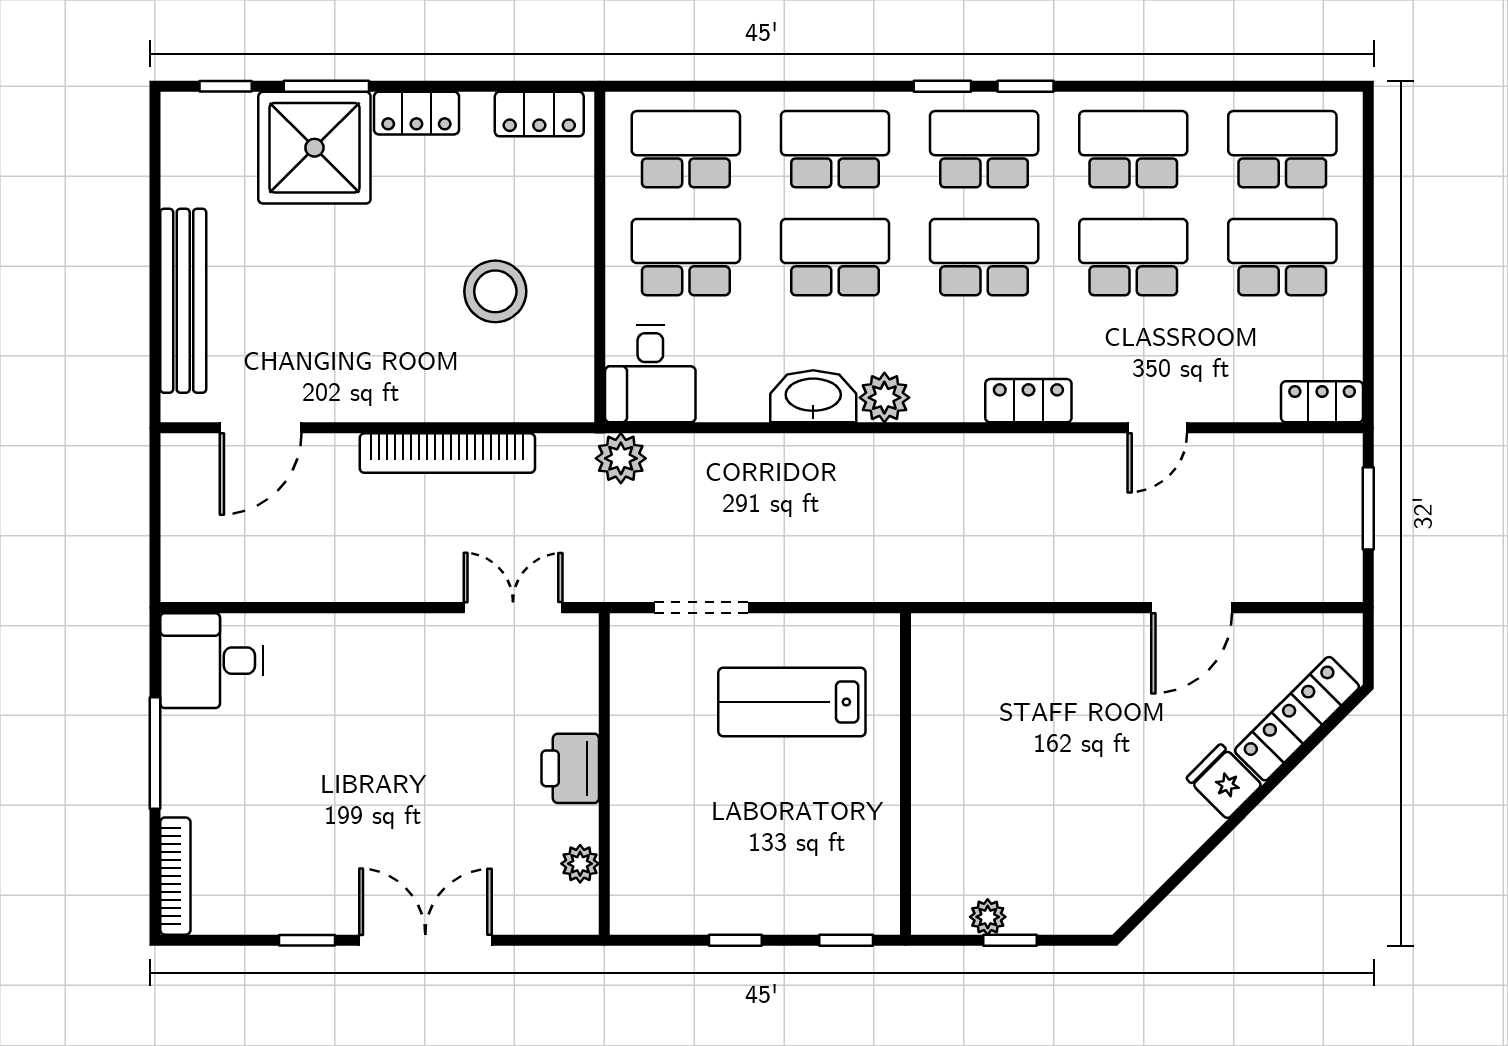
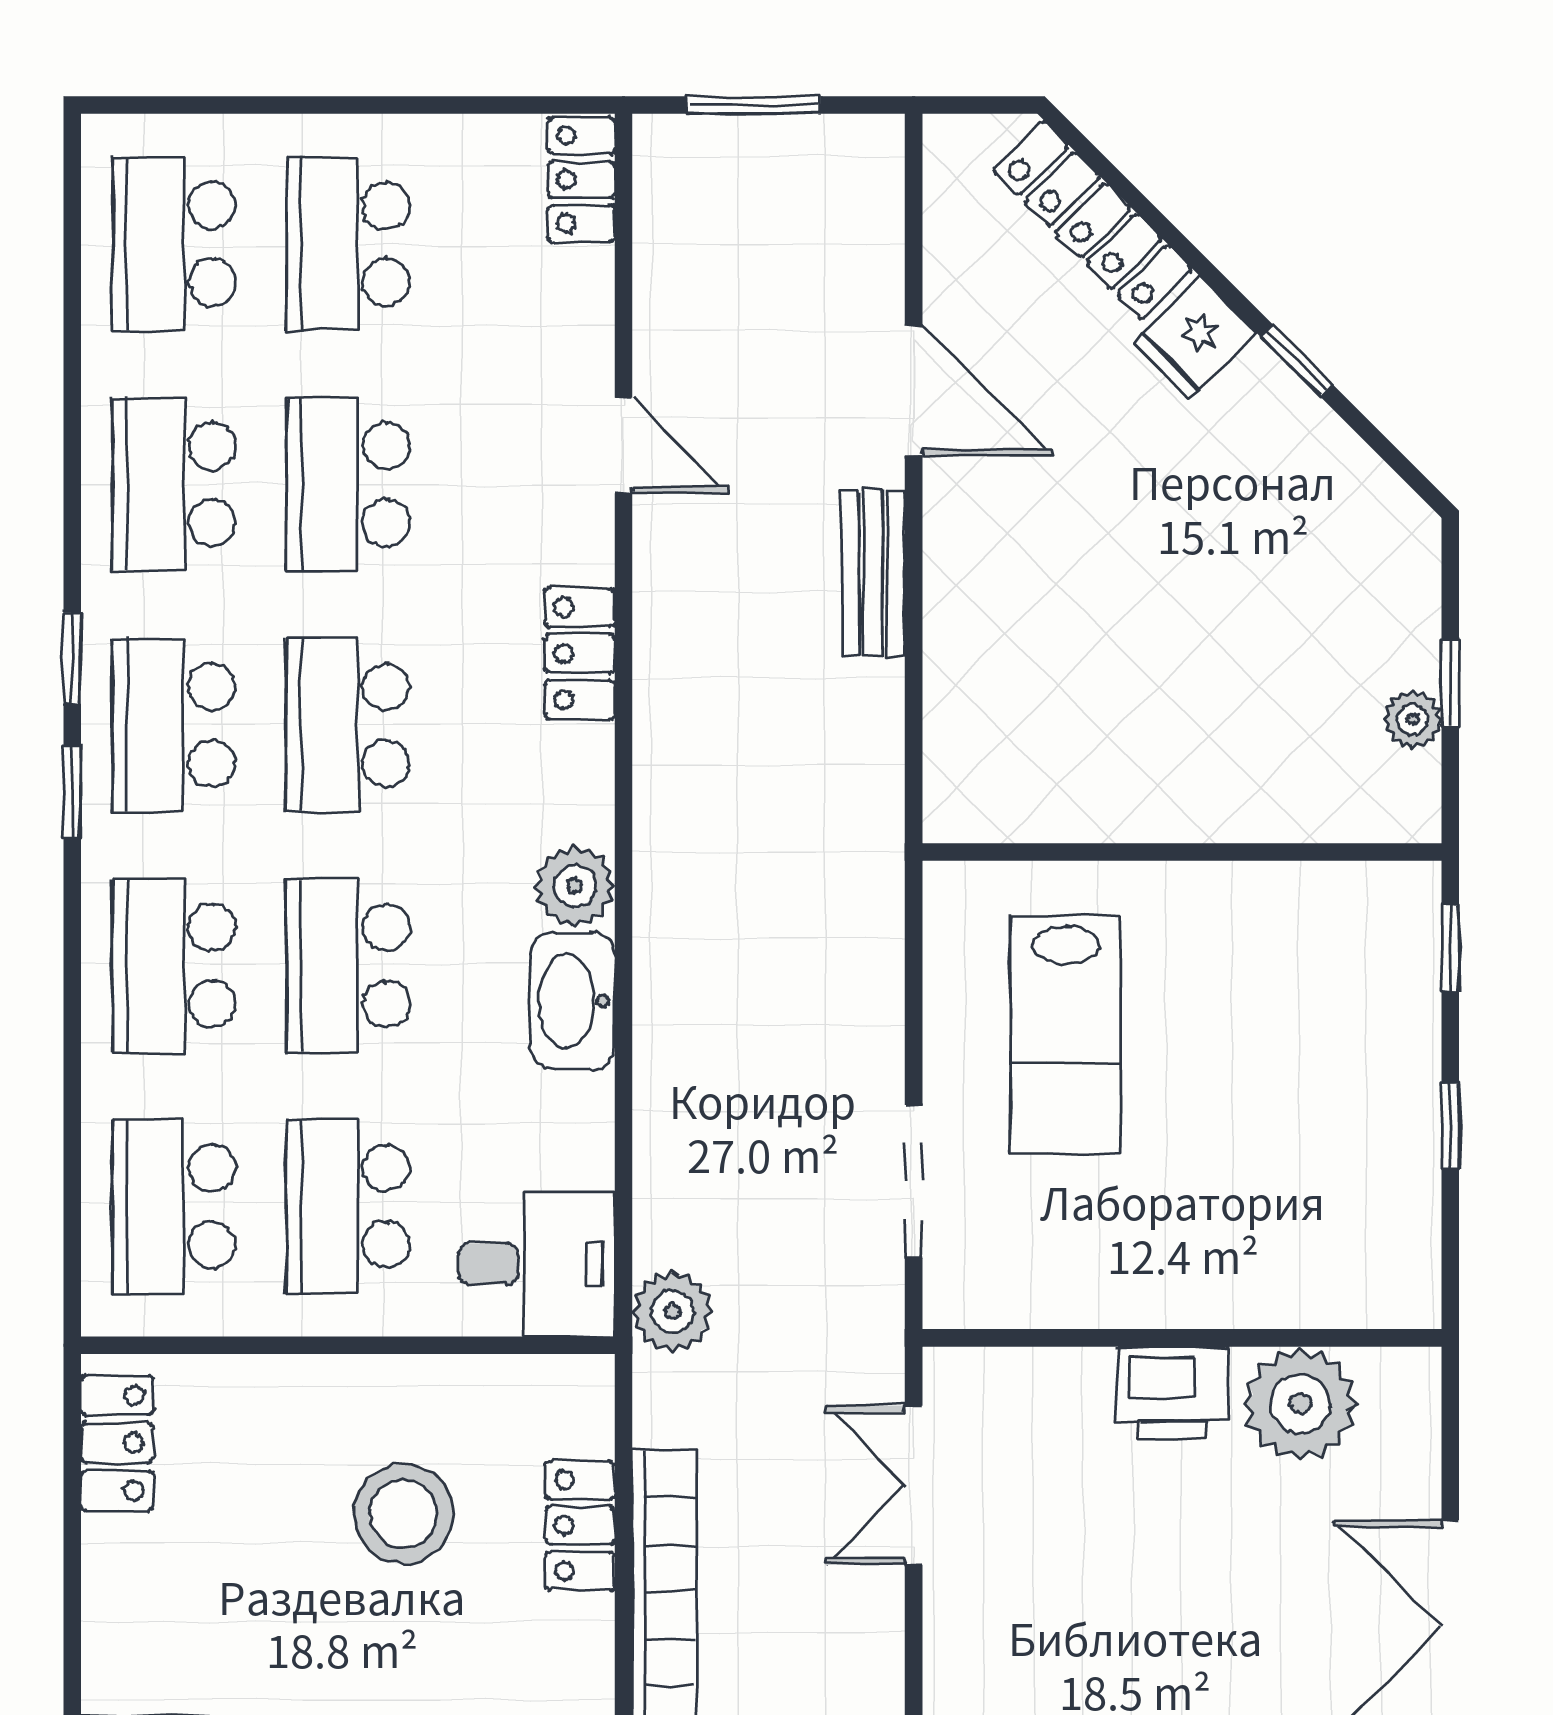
locker: (416, 113) -> (580, 1525), moved, turned 180
bench: (1078, 583) -> (873, 573), added
window: (1210, 845) -> (1297, 361), added
plant: (580, 864) -> (1300, 1404), width x1.88, depth x1.88

